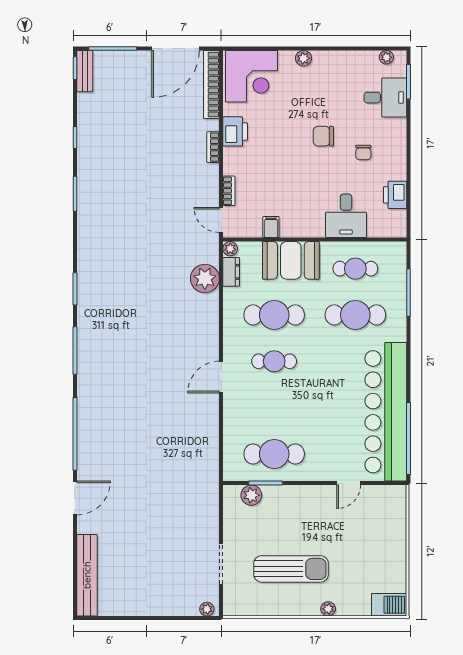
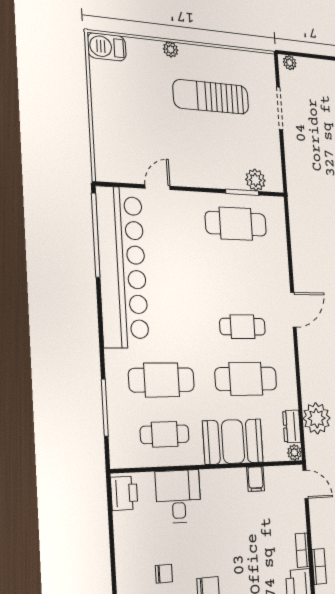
chair: (363, 152) -> (164, 574), turned 90
bookcase: (229, 191) -> (302, 550), moved
printer: (395, 195) -> (124, 493), moved

